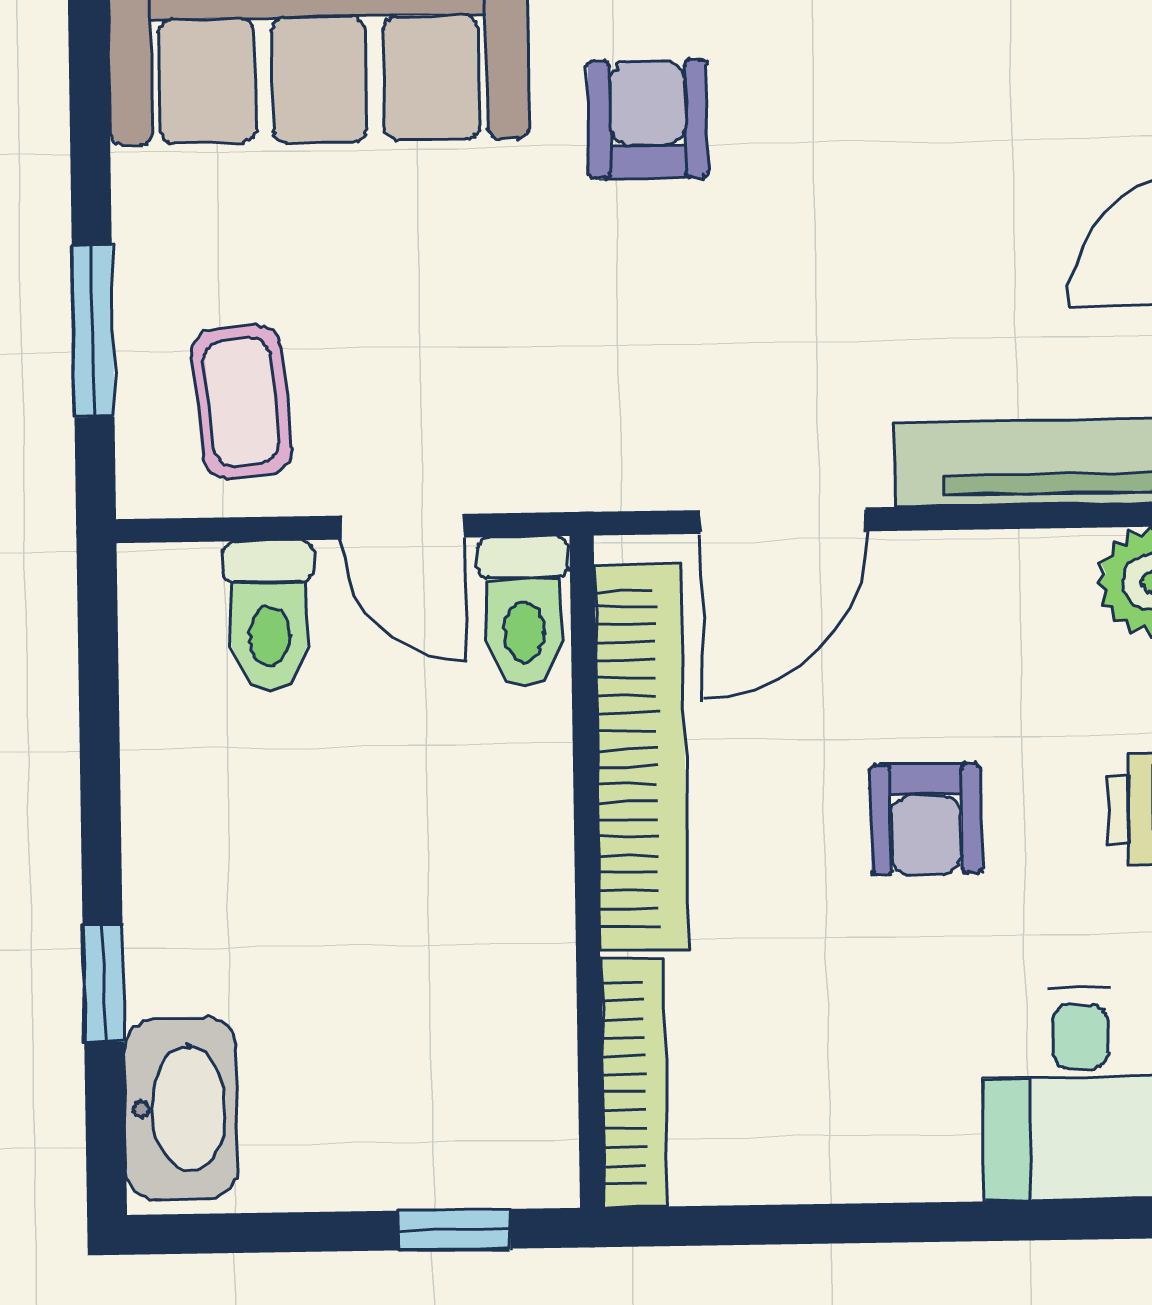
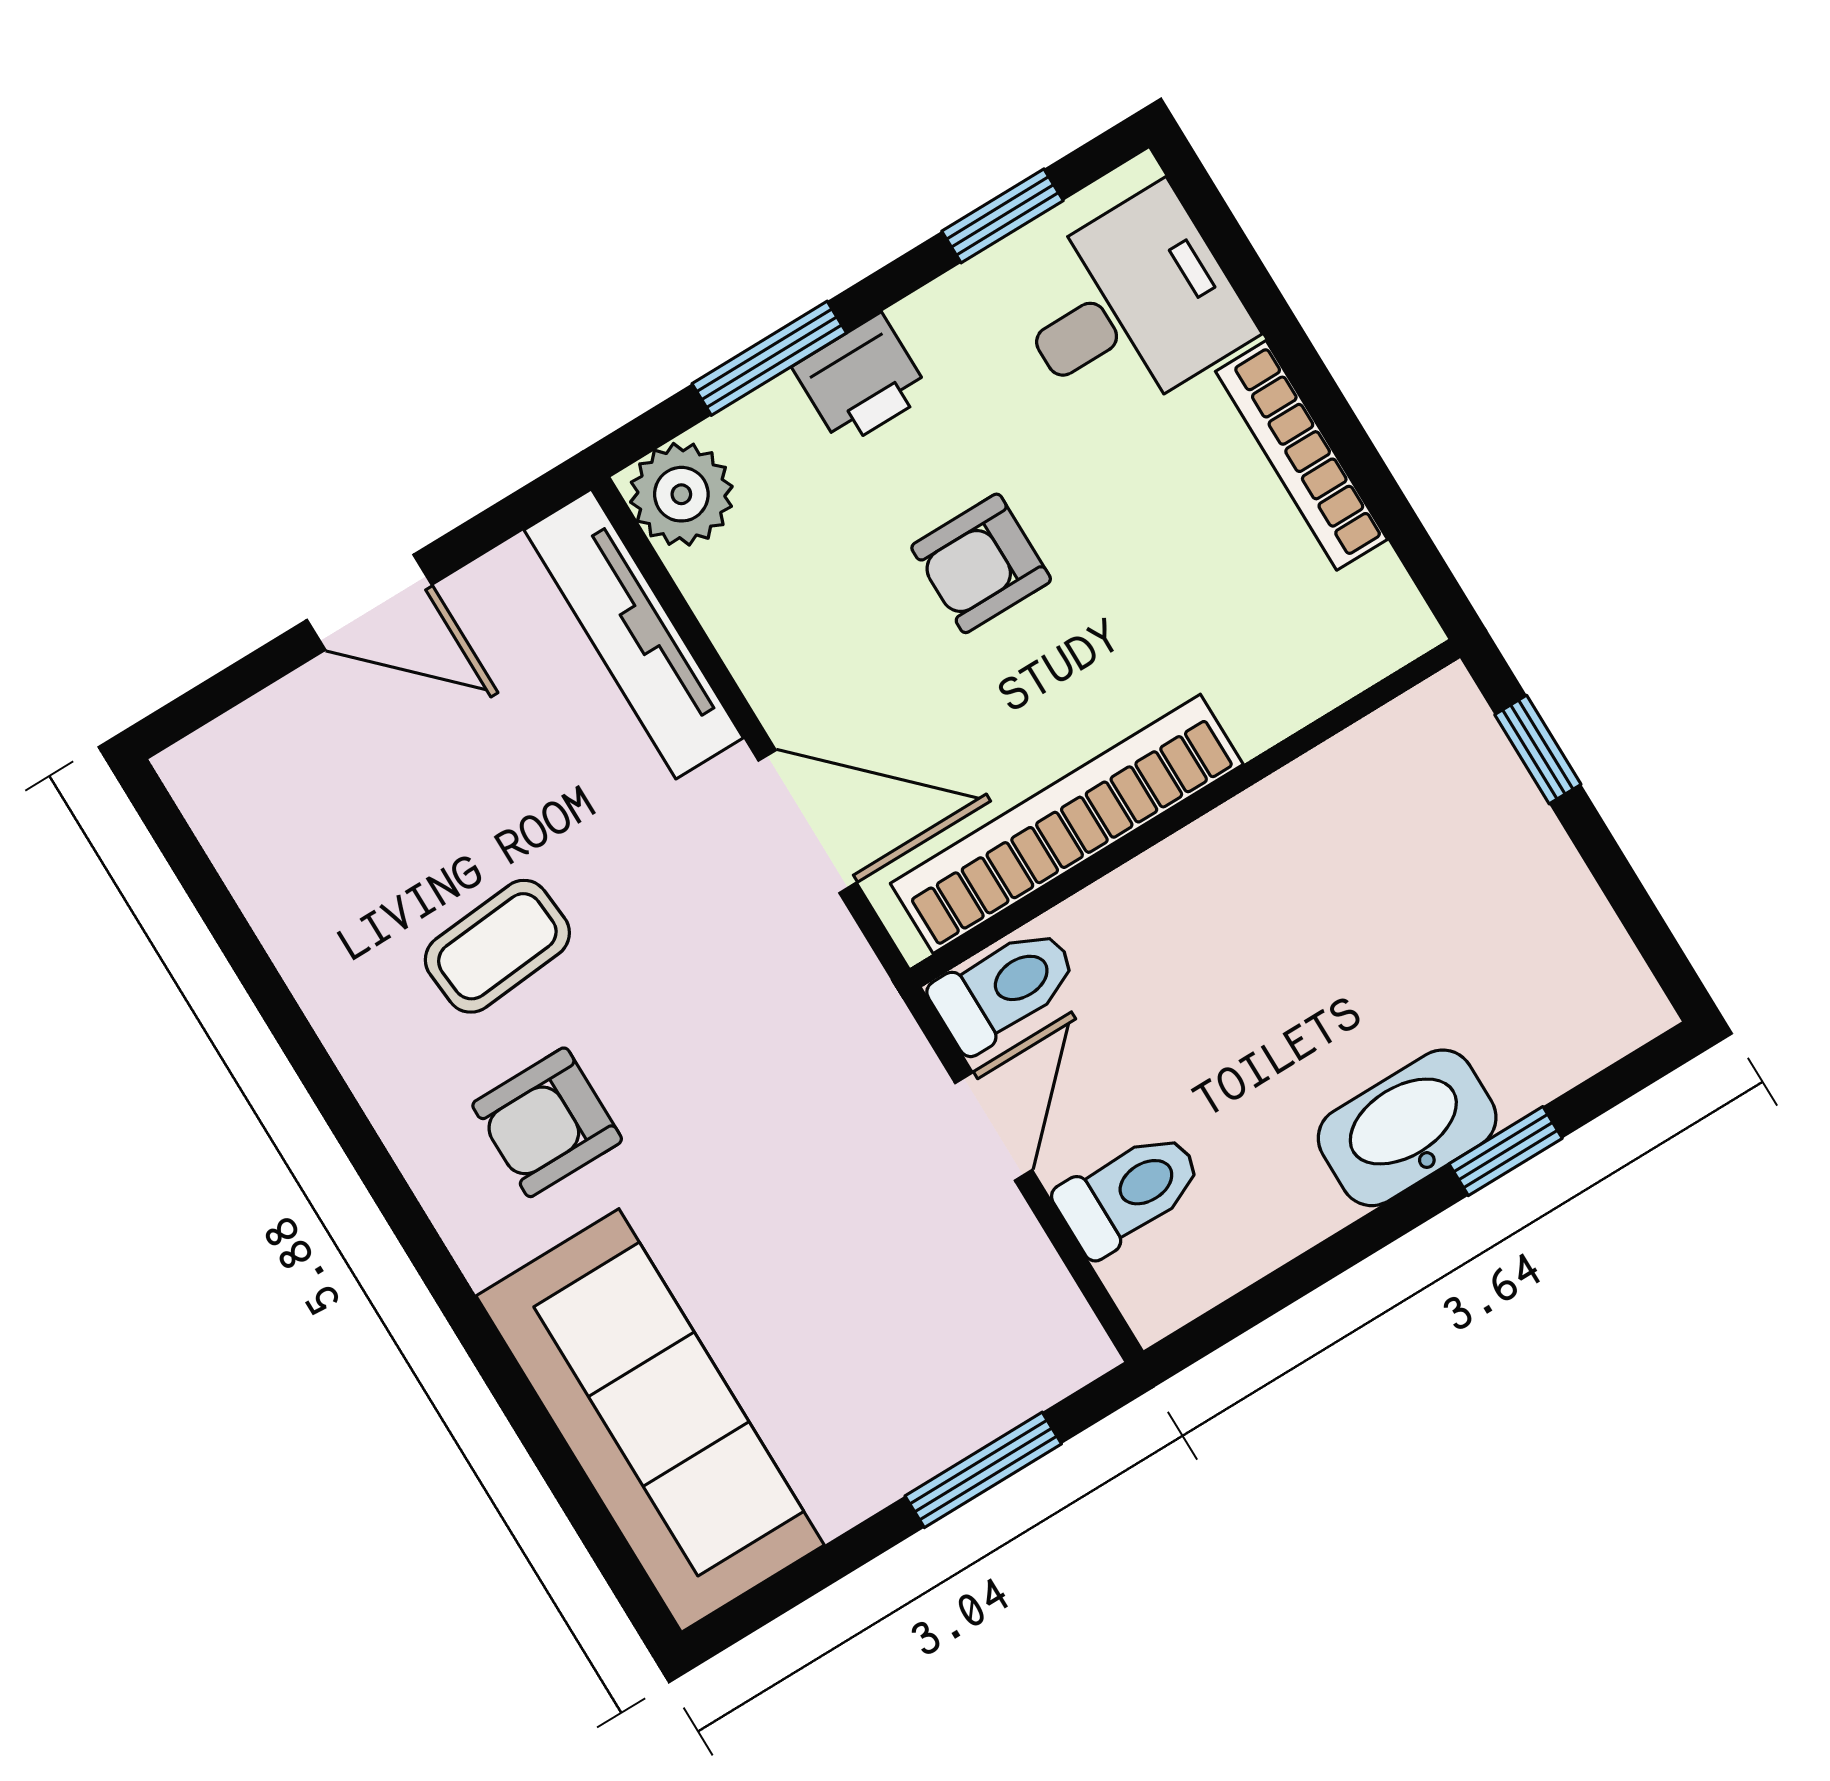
coffee table: (242, 401) -> (497, 946), moved
armchair: (926, 819) -> (981, 563), turned 180
bookcase: (634, 1083) -> (1301, 455), moved, turned -90
washbasin: (181, 1109) -> (1407, 1128), moved

